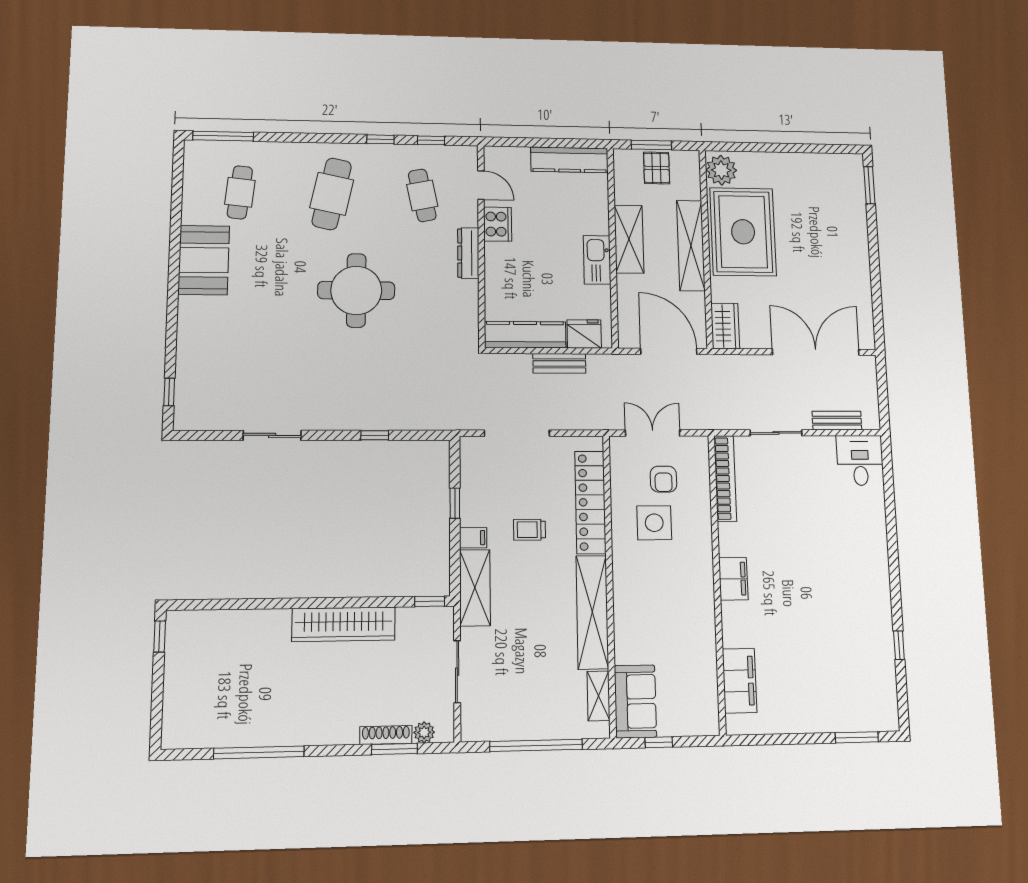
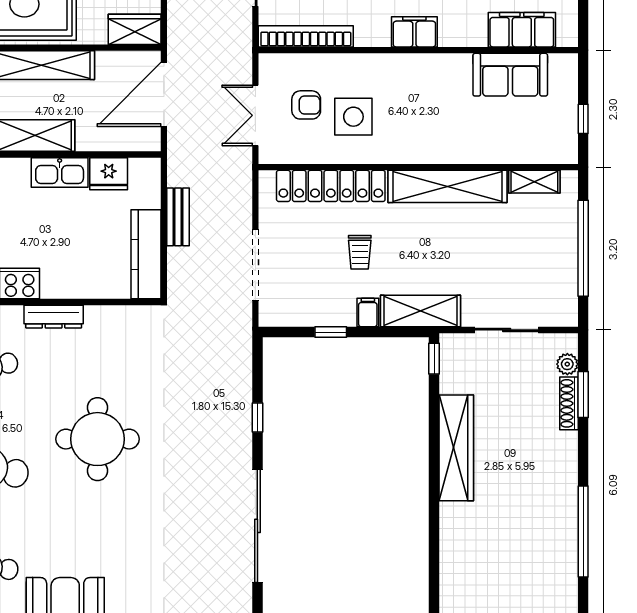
fridge: (584, 334) -> (109, 174), moved, turned -90
sliding door: (272, 435) -> (257, 526), width x1.86
sofa: (635, 701) -> (510, 75), moved, turned 180

